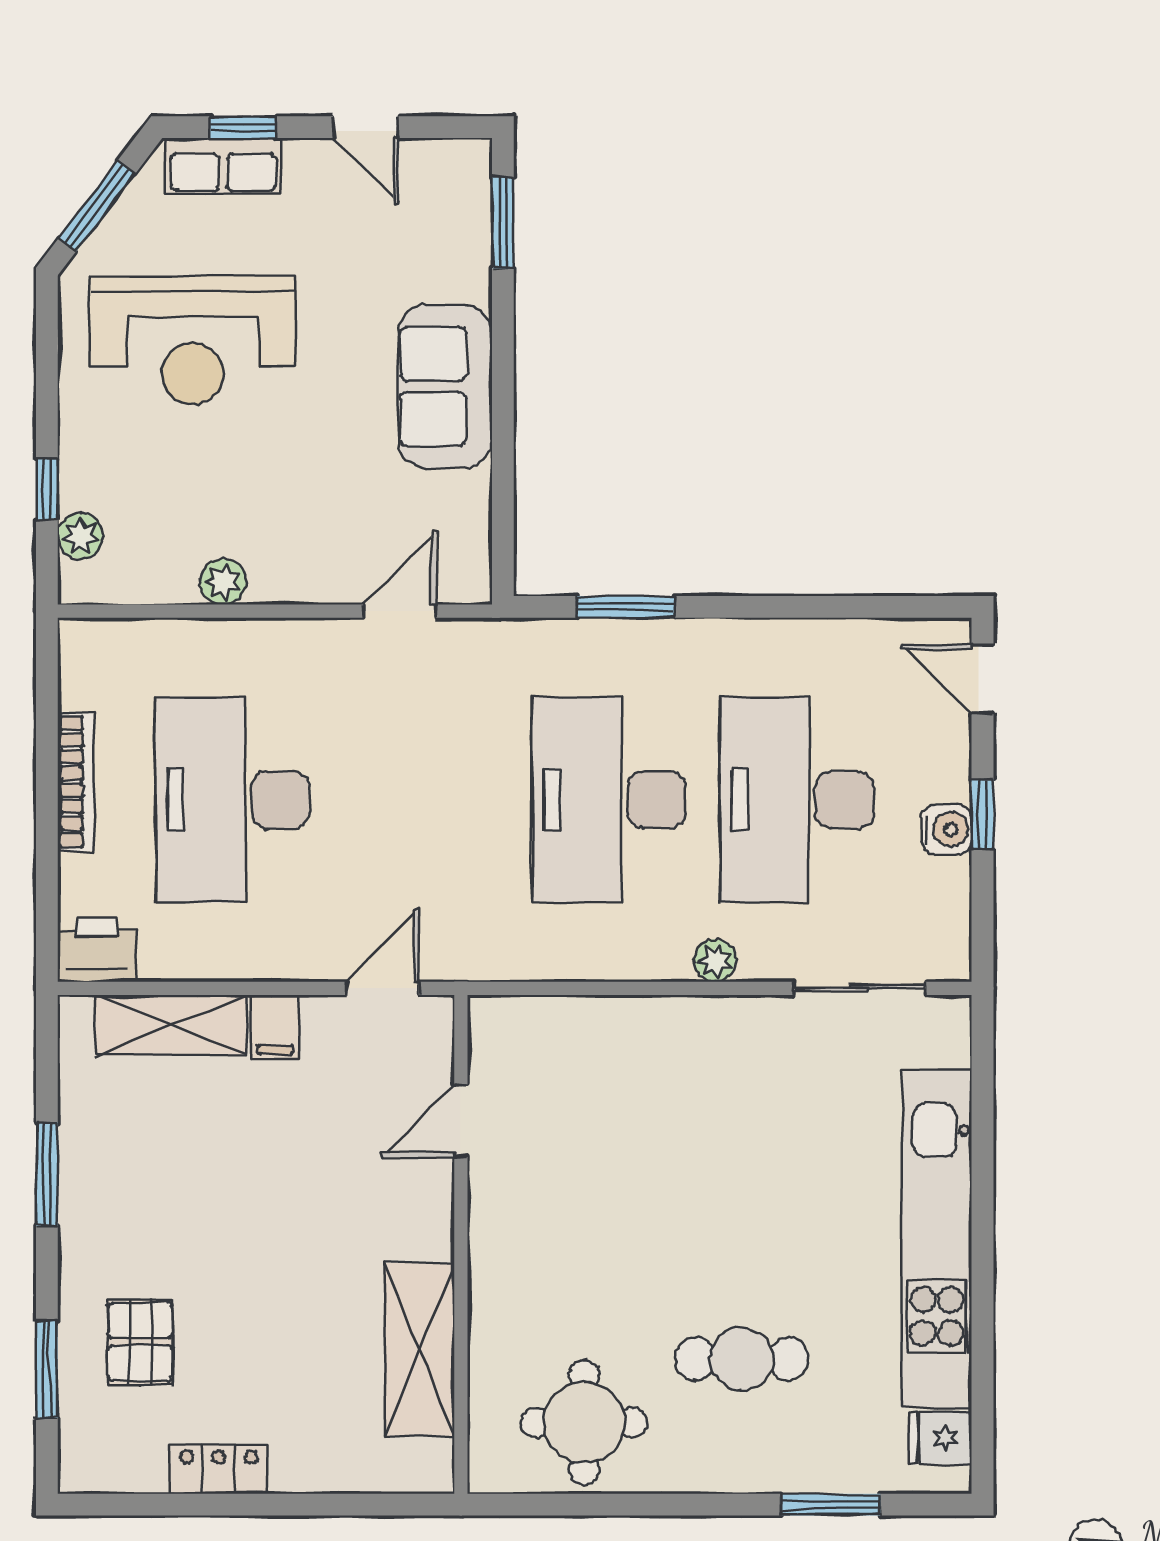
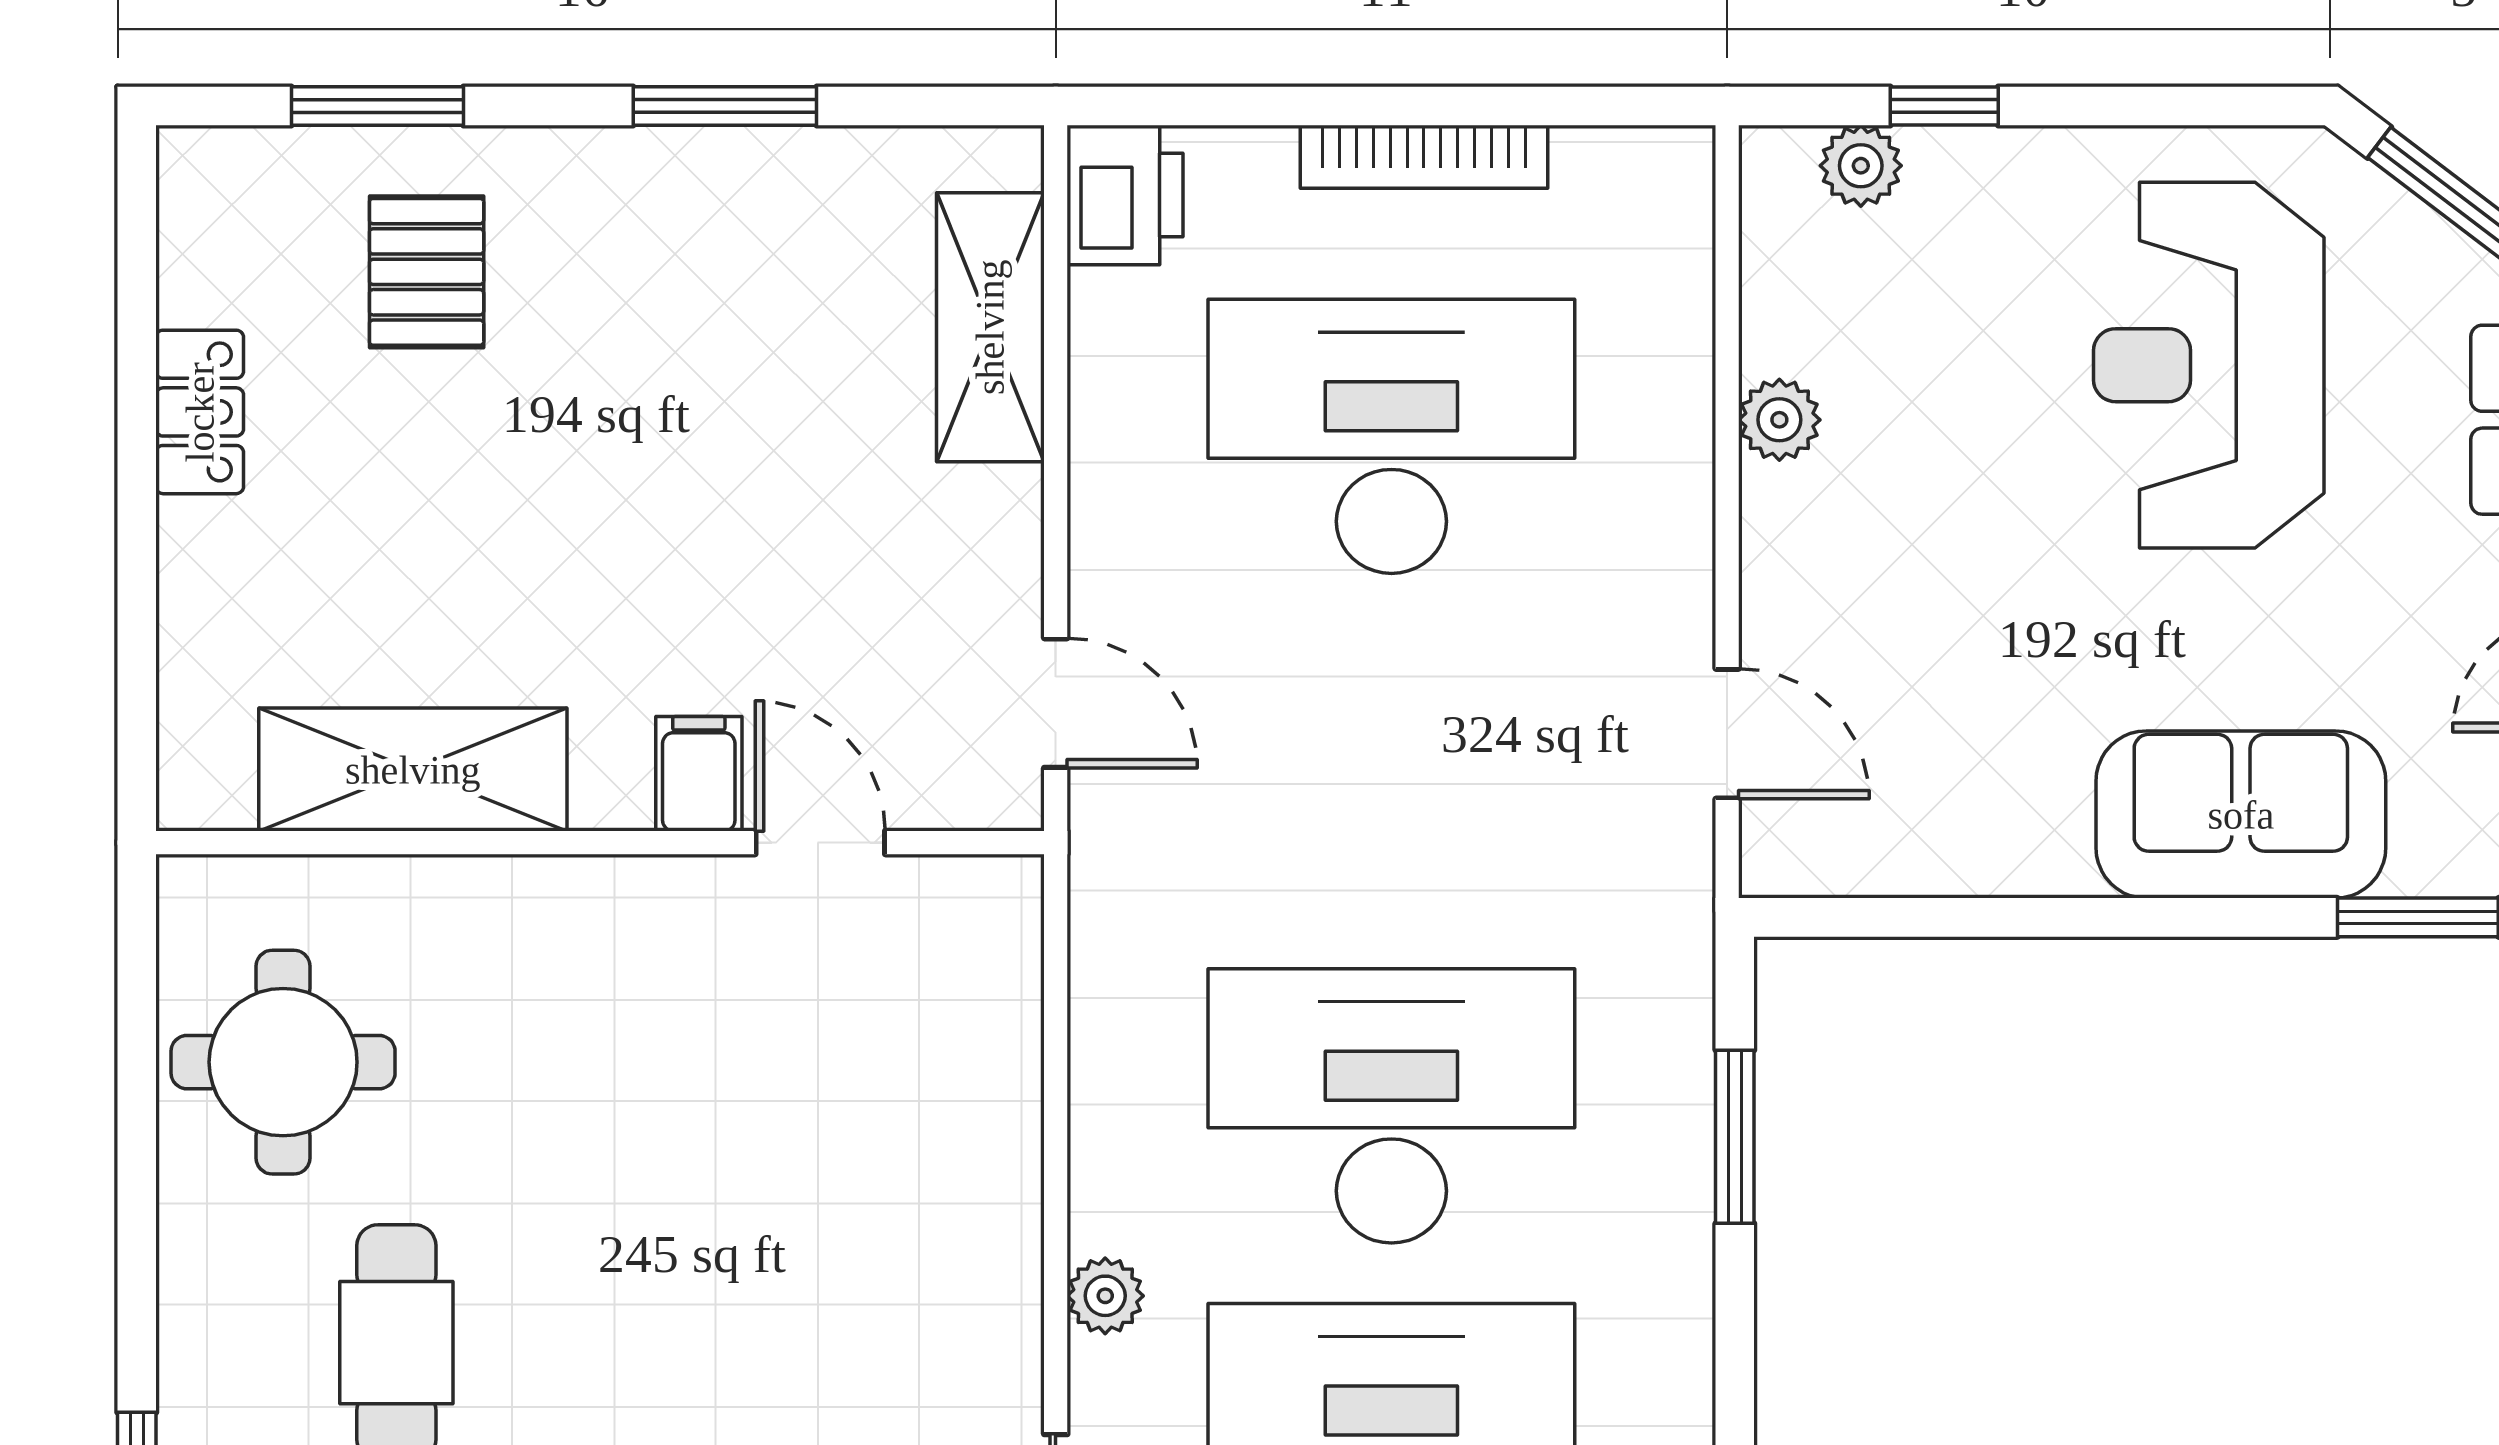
sofa: (445, 386) -> (2241, 815), moved
filing cabinet: (275, 1027) -> (699, 774), moved, turned 90
pallet: (140, 1342) -> (427, 272), turned 90

